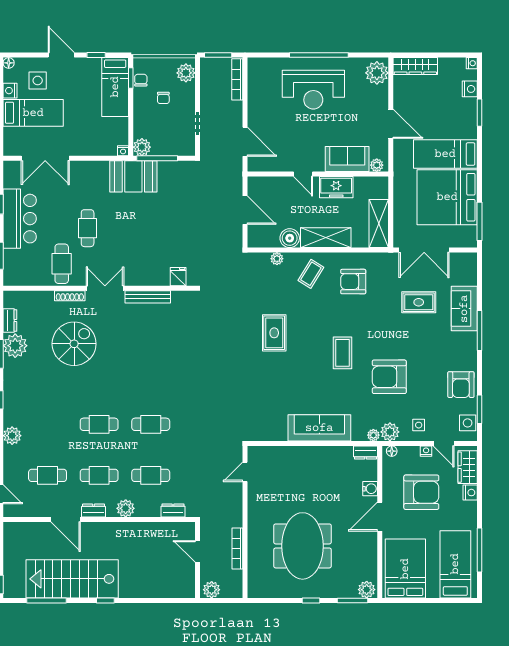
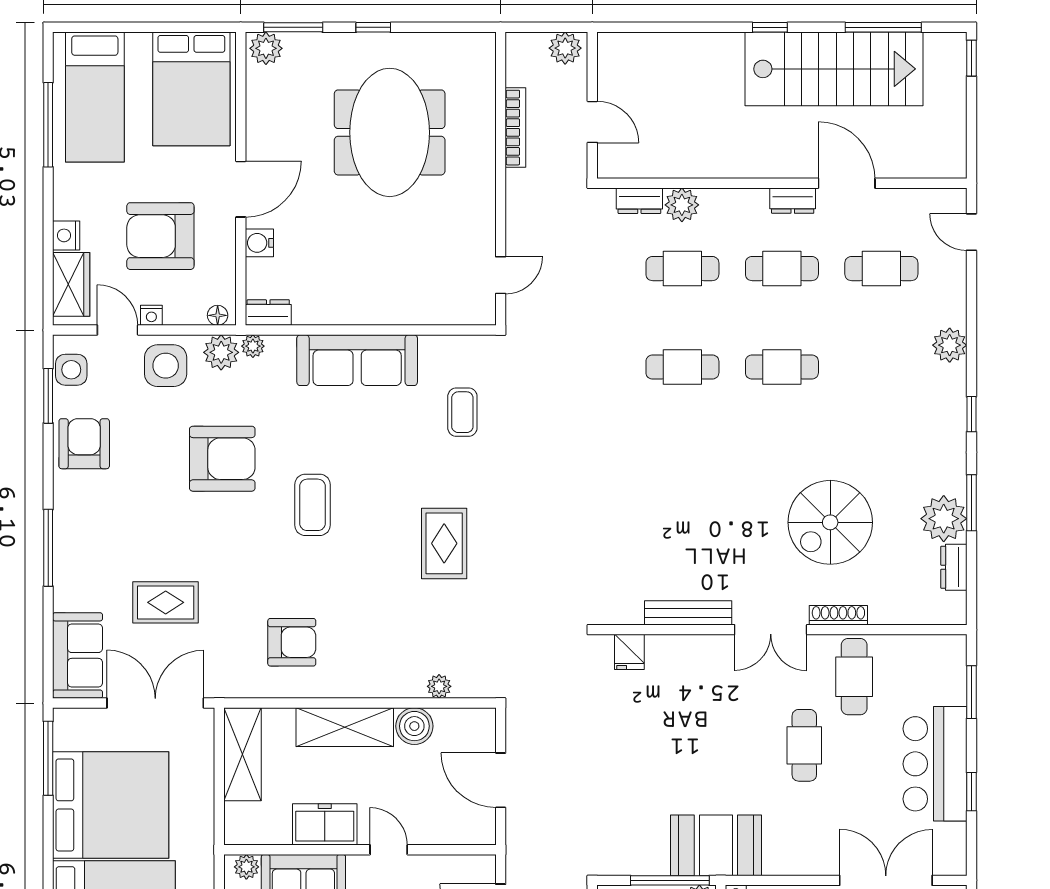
coffee table: (311, 274) -> (462, 412), moved, turned -32
sofa: (464, 309) -> (78, 655), moved
side table: (419, 425) -> (166, 366), width x1.87, depth x1.87
plant: (126, 508) -> (682, 205), moved

